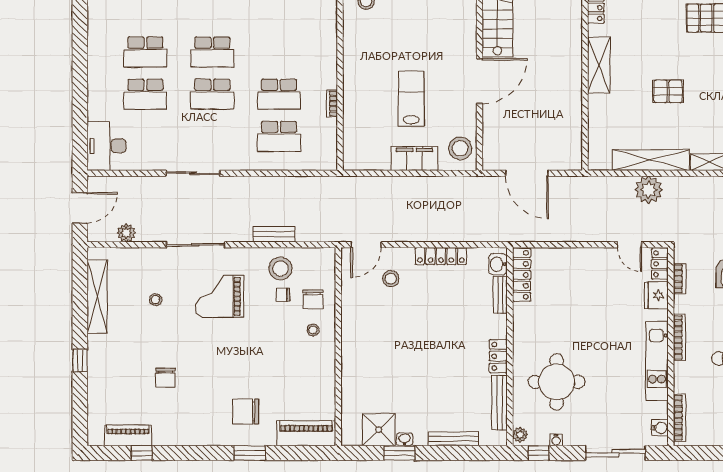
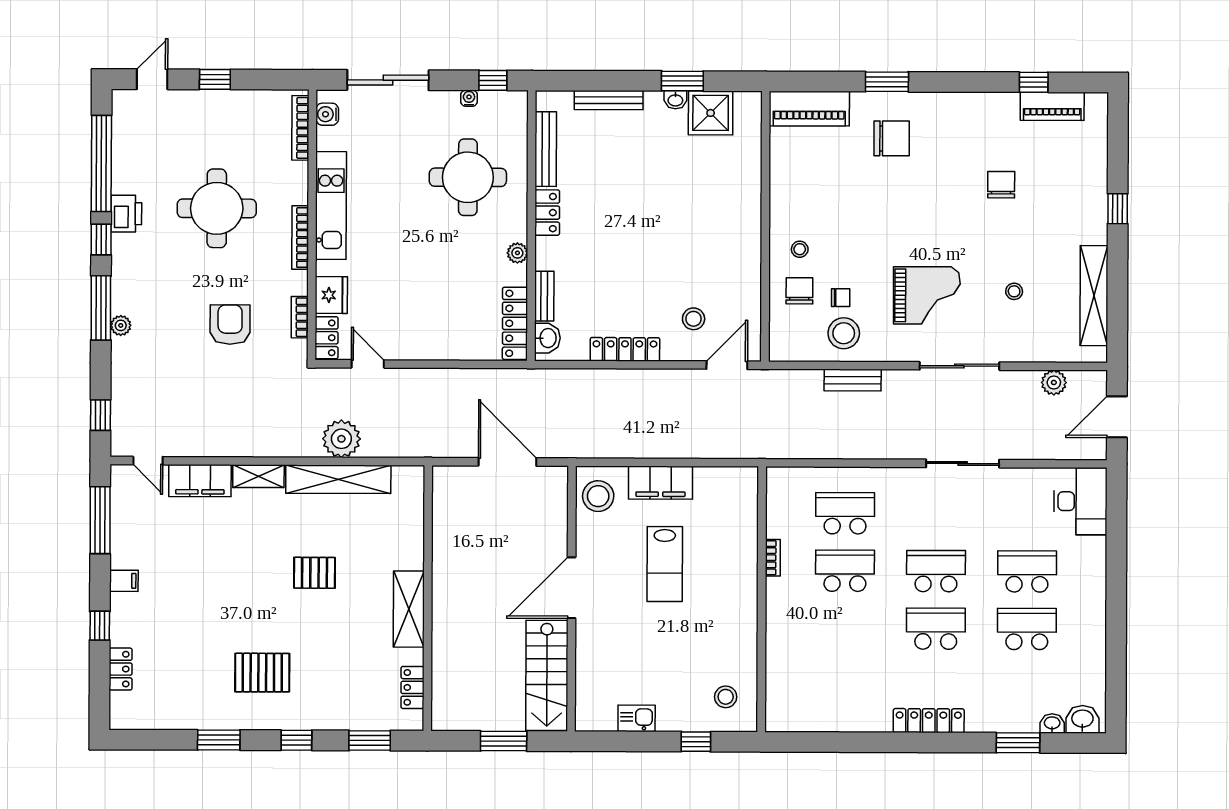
plant: (520, 435) -> (517, 253), moved

